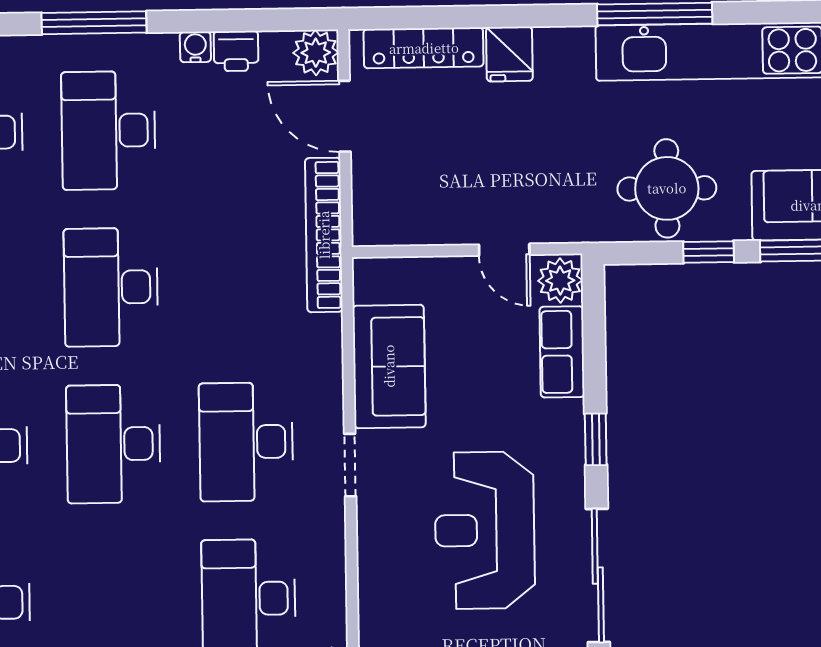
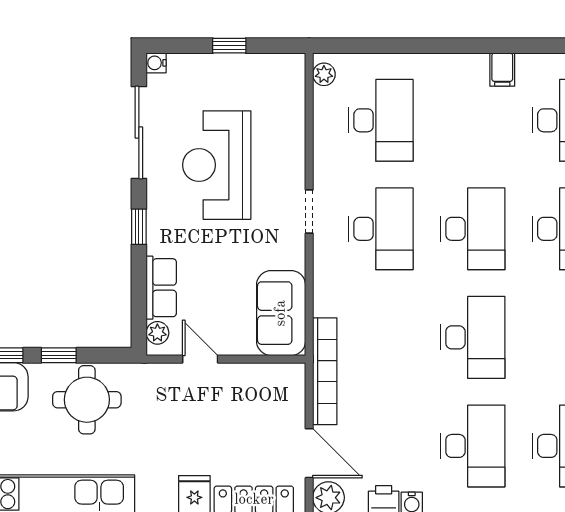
plant: (560, 281) -> (157, 333), width x0.73, depth x0.73
sofa: (389, 366) -> (281, 313), moved
reception desk: (485, 530) -> (217, 165), turned 180

